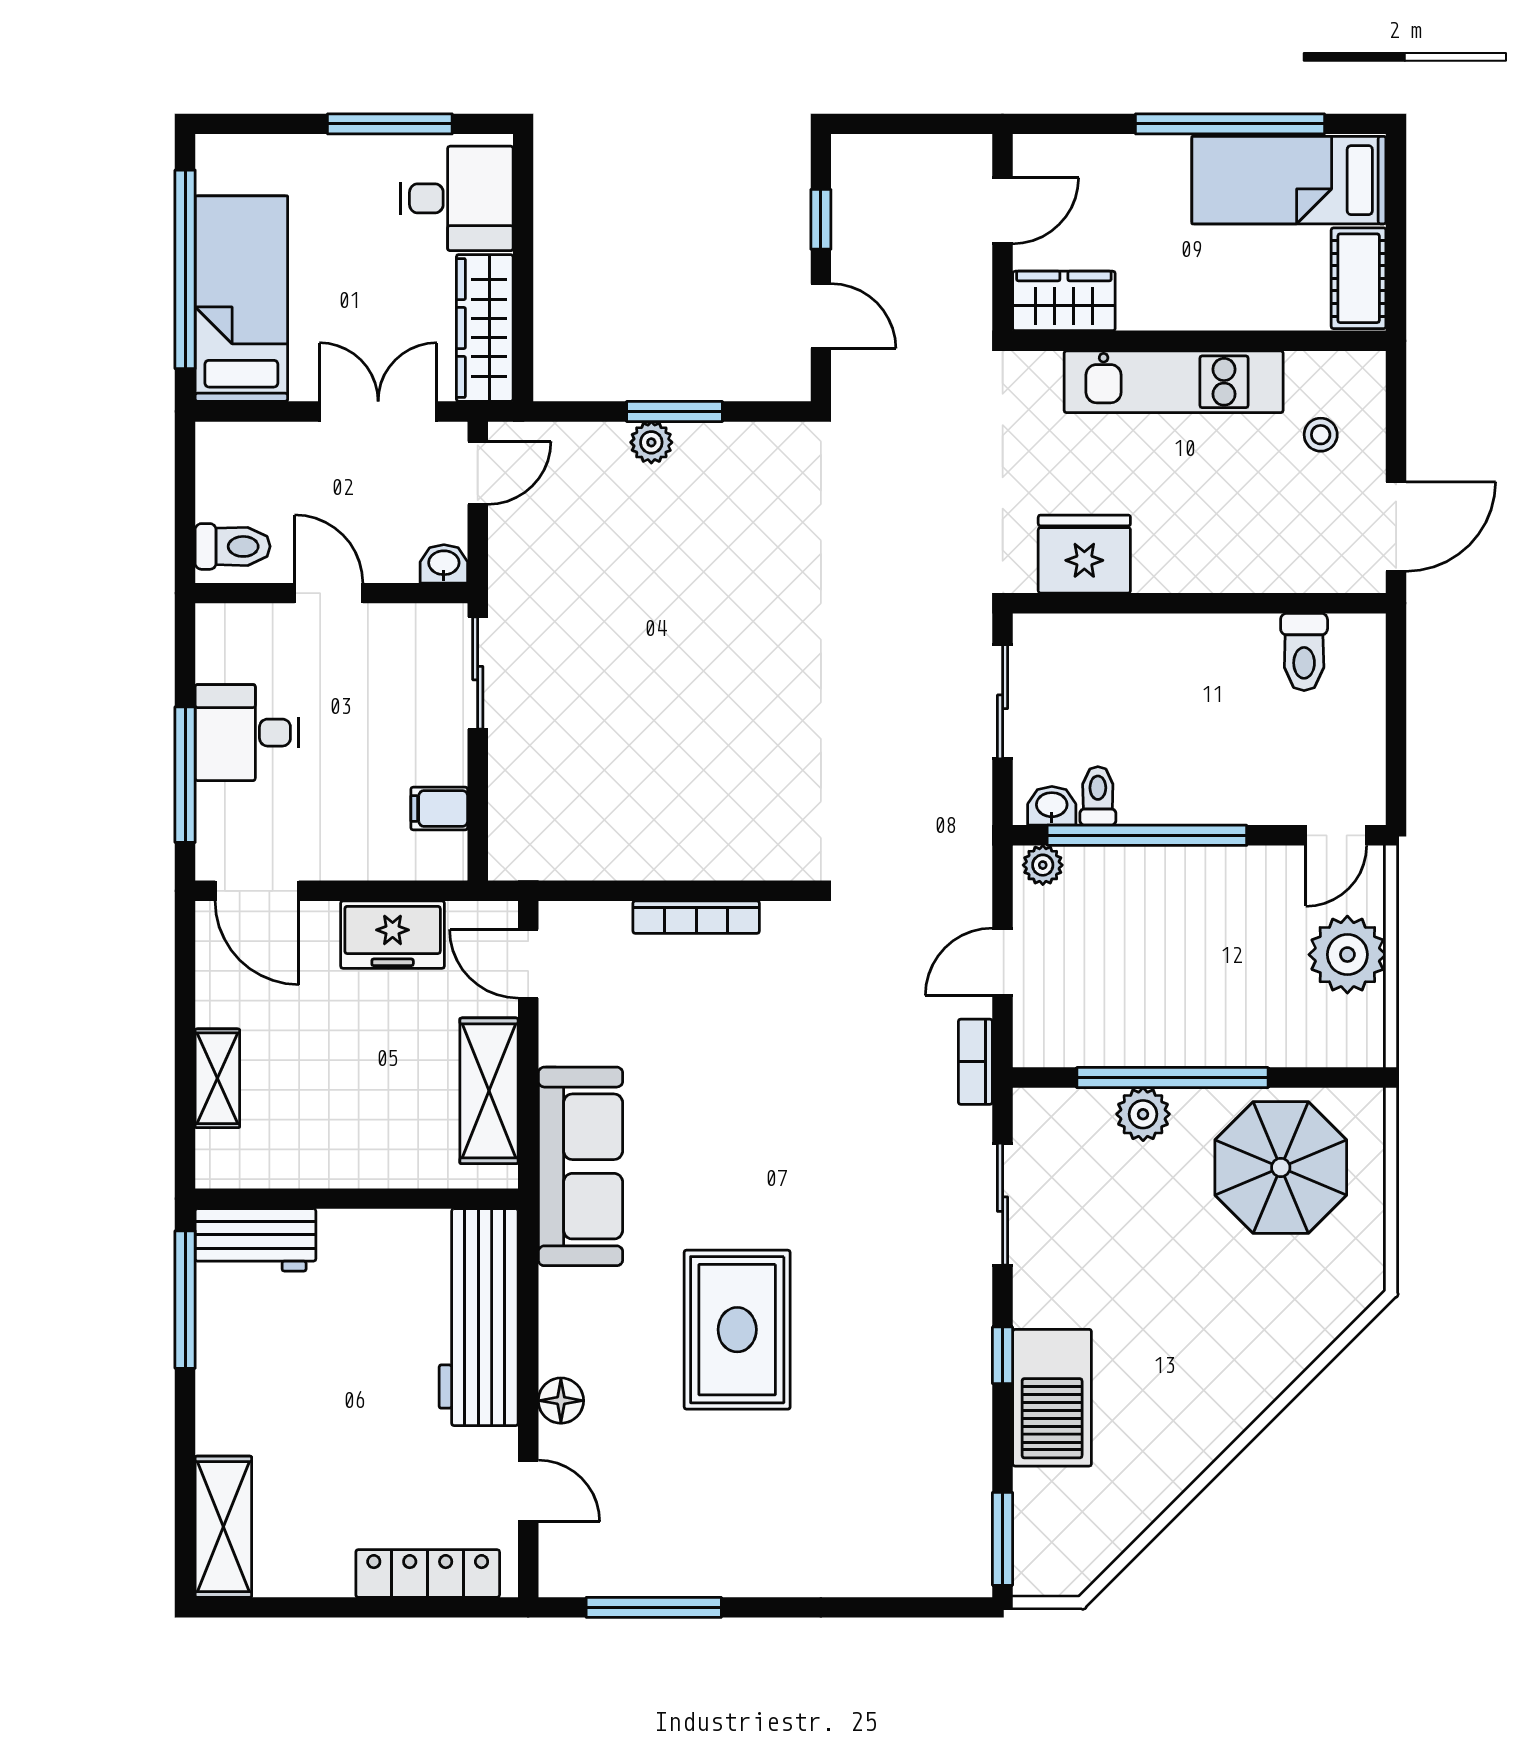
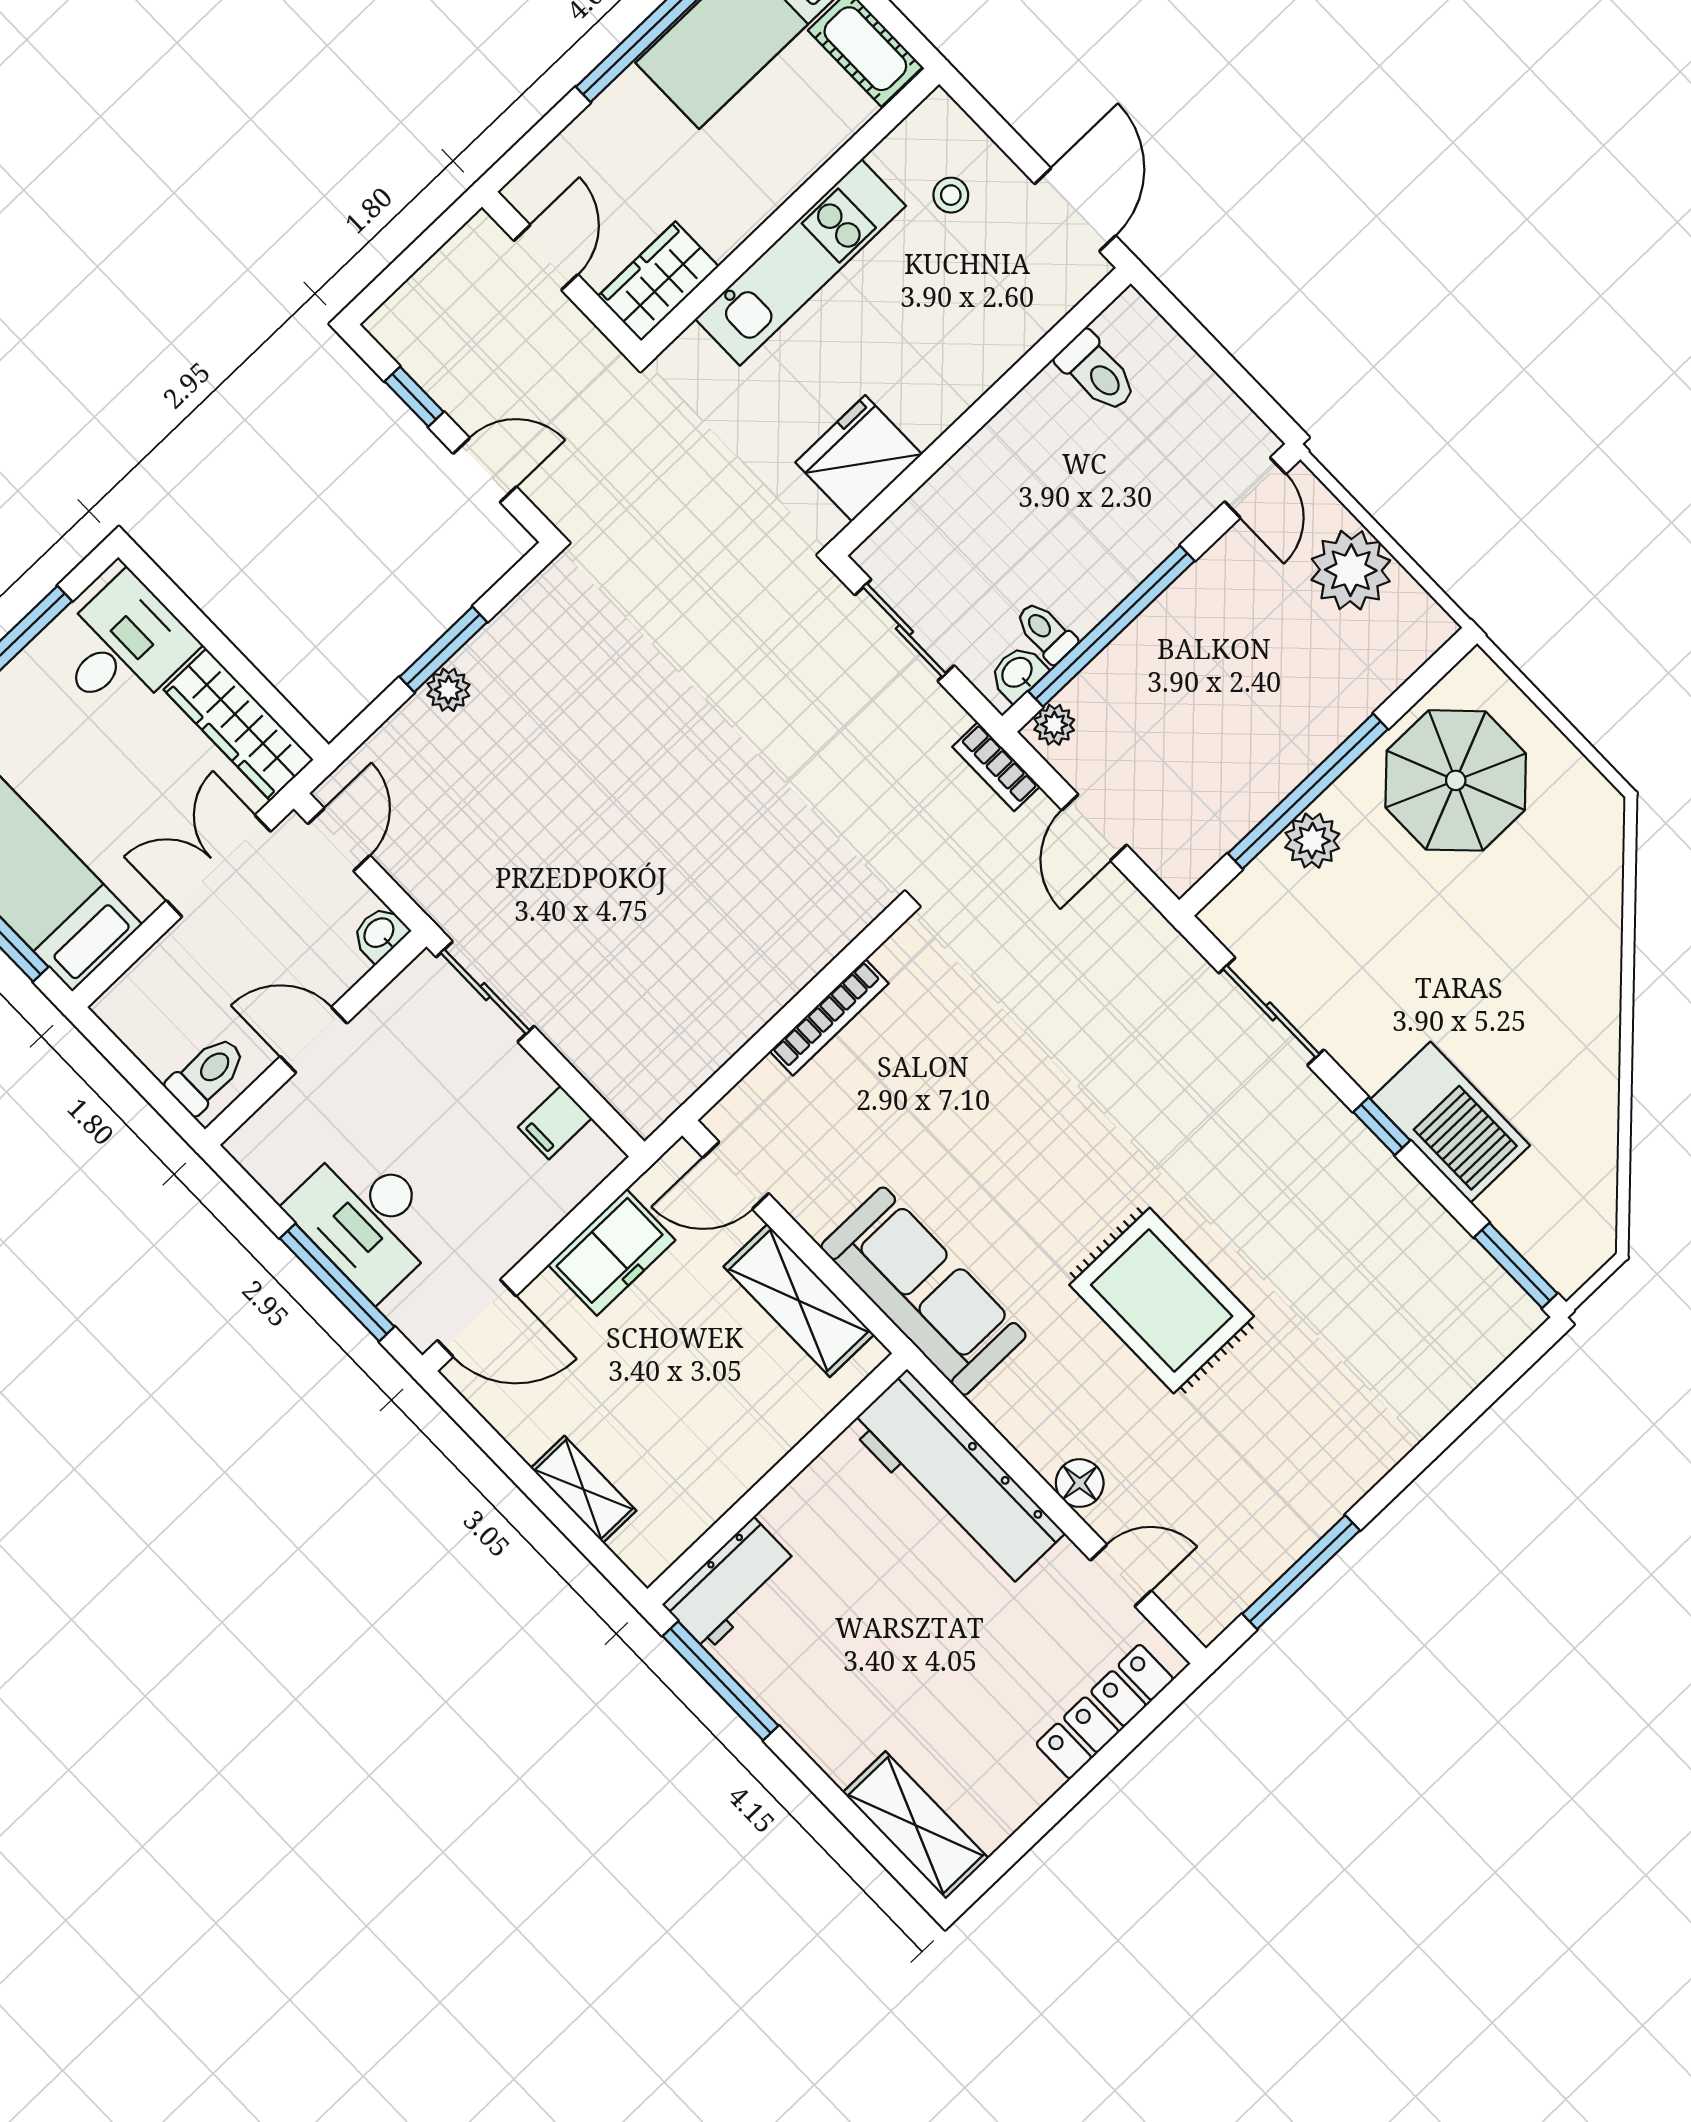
desk: (247, 733) -> (367, 1219), width x1.37
bookcase: (975, 1062) -> (996, 767), moved

